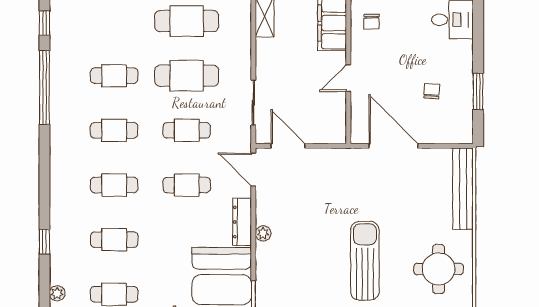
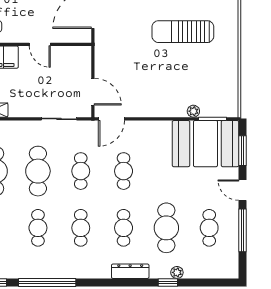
door: (288, 146) -> (93, 92), swing flipped
dresser: (242, 222) -> (130, 271), moved, turned 180
plant: (263, 233) -> (193, 111), moved
cafe table: (114, 240) -> (166, 228), width x1.37, depth x1.35
plant: (57, 293) -> (177, 272), moved

